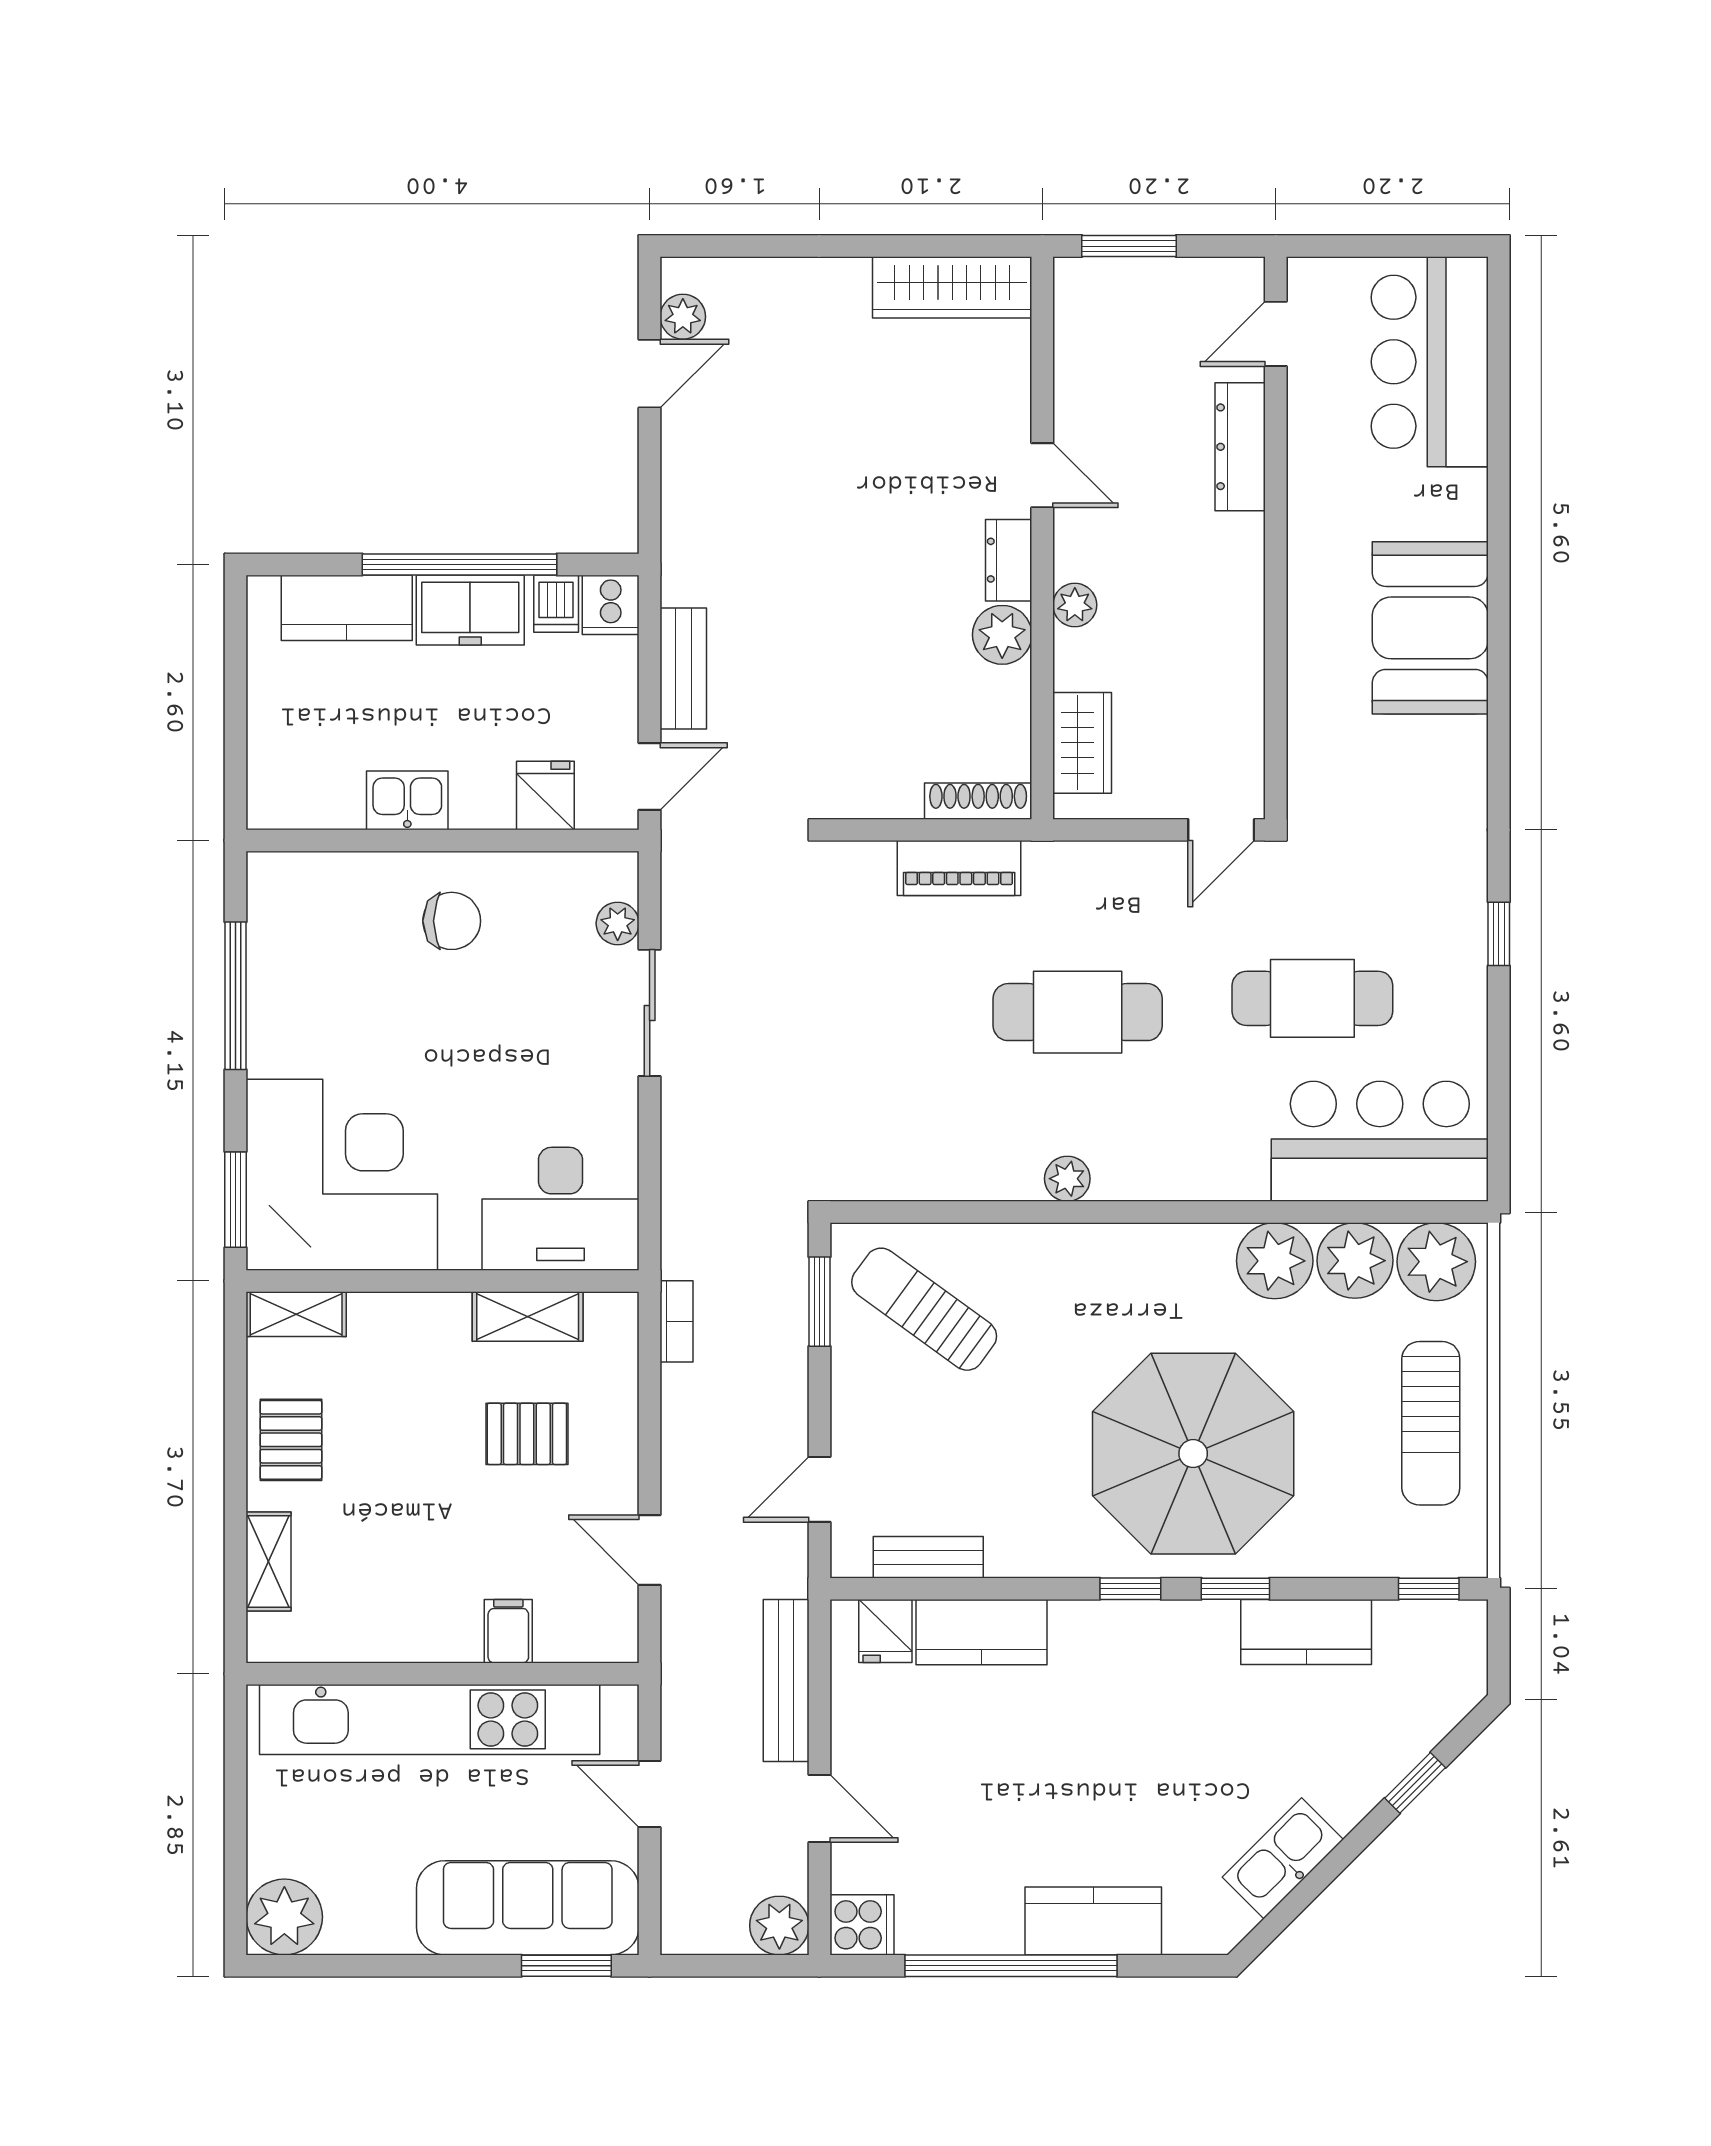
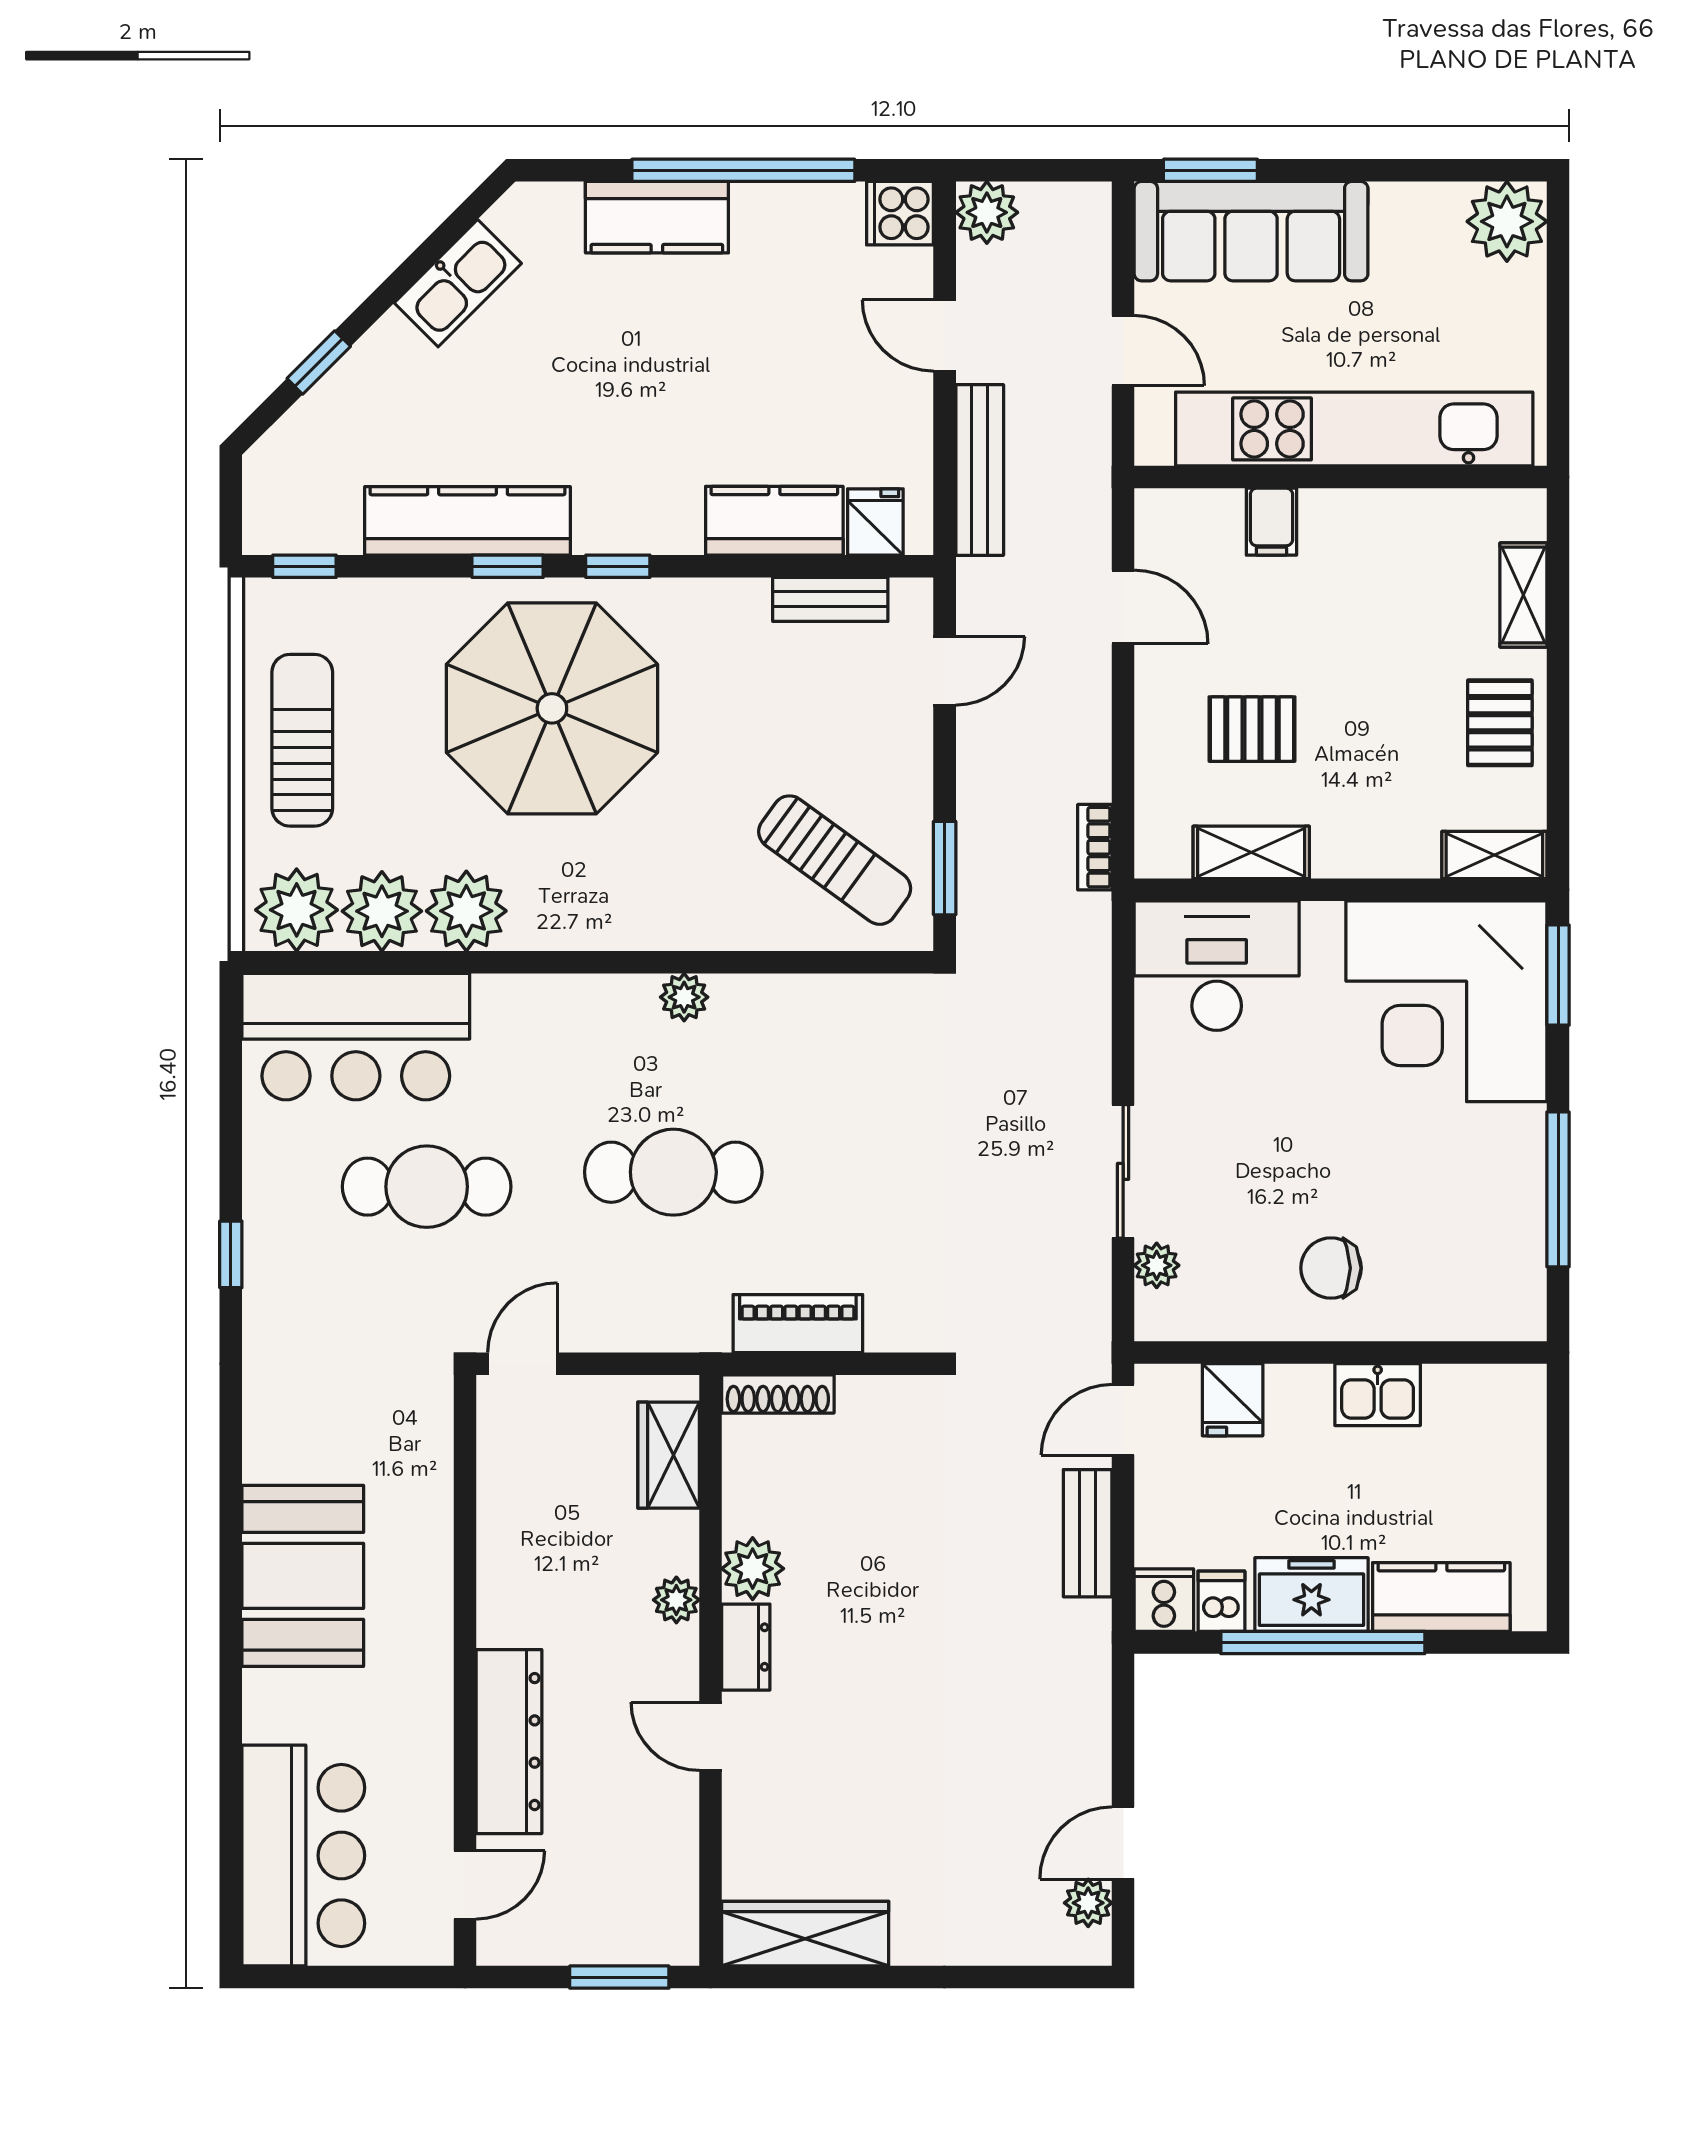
dresser: (1240, 447) -> (509, 1742), width x1.37, depth x1.24
kitchen counter: (1306, 1632) -> (467, 521), width x1.50

